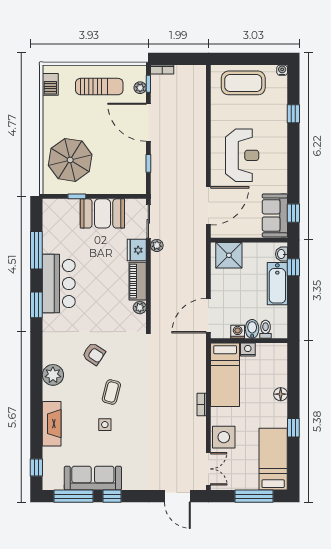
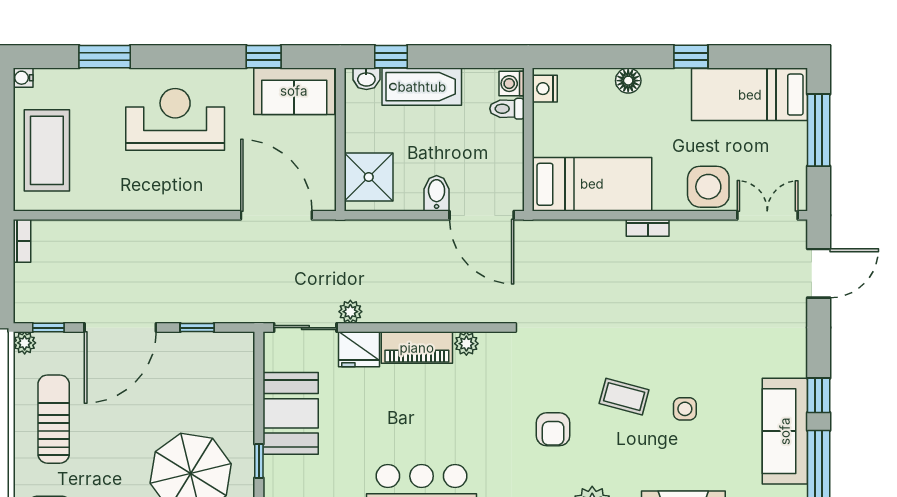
bookcase: (162, 70) -> (22, 241), moved
plant: (140, 88) -> (25, 343), moved
window: (293, 114) -> (105, 57), width x1.50
reception desk: (242, 155) -> (175, 119), moved
window: (293, 213) -> (264, 57), moved
bidet: (252, 329) -> (437, 193), moved, turned 90
washing machine: (238, 332) -> (512, 84), moved
nightstand: (248, 350) -> (545, 89), moved
armchair: (94, 354) -> (553, 429), turned 147

